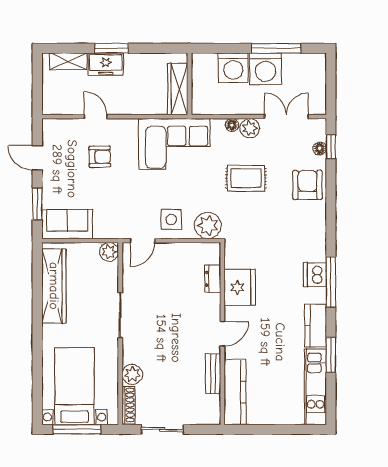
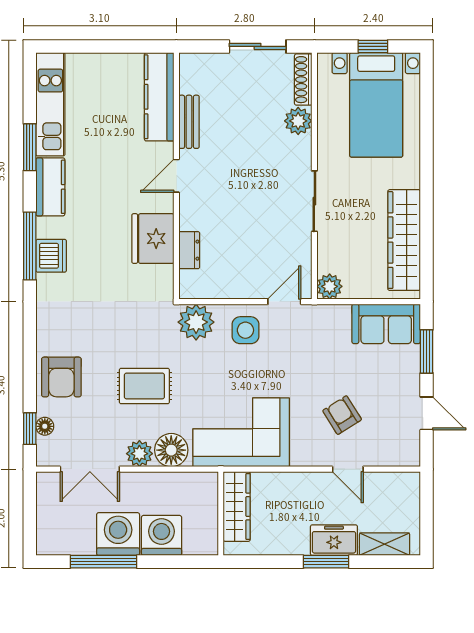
floor lamp: (232, 125) -> (171, 450), width x1.89, depth x1.89
armchair: (100, 157) -> (342, 415), turned 59
window: (77, 429) -> (373, 46), width x0.46

